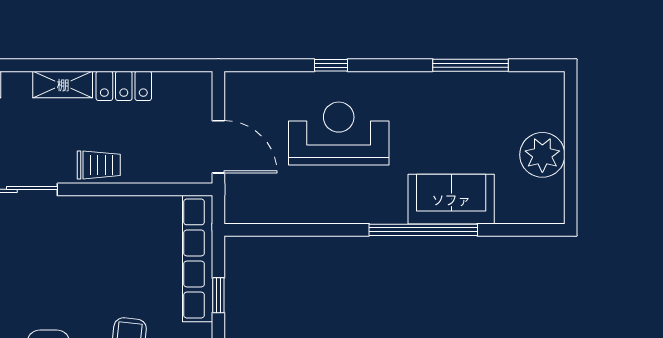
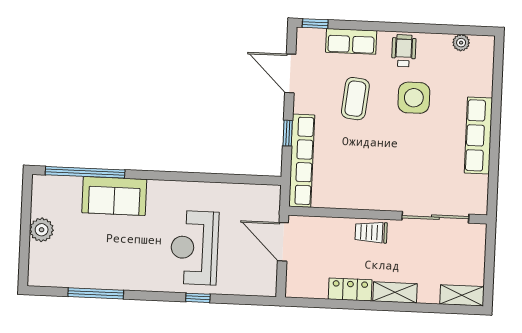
reception desk: (339, 133) -> (194, 248), turned 90
plant: (542, 155) -> (42, 230), width x0.73, depth x0.73
window: (423, 230) -> (85, 172), moved

